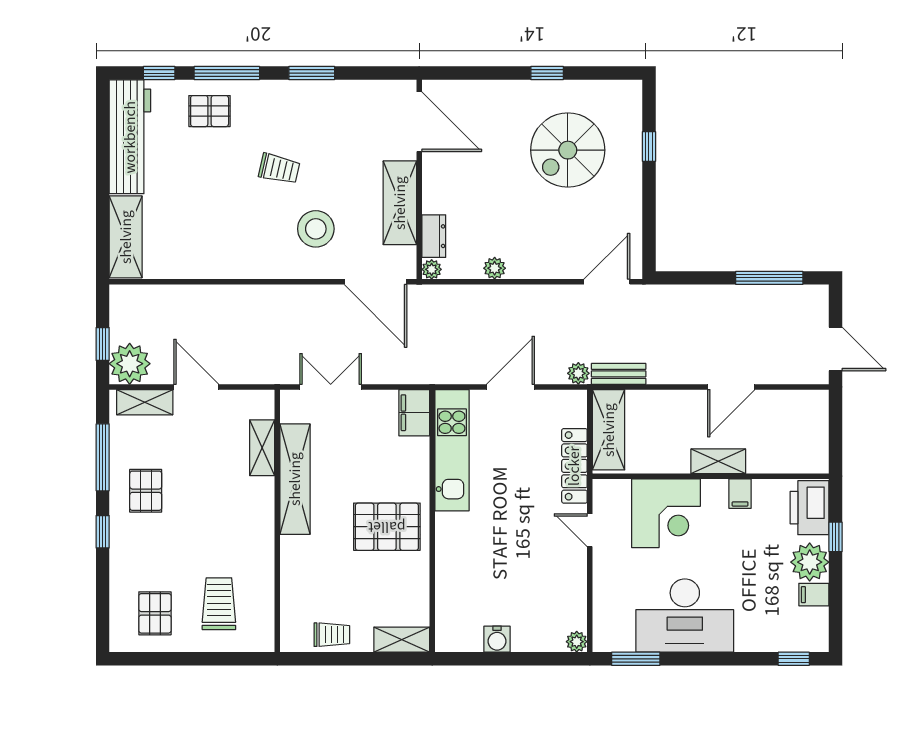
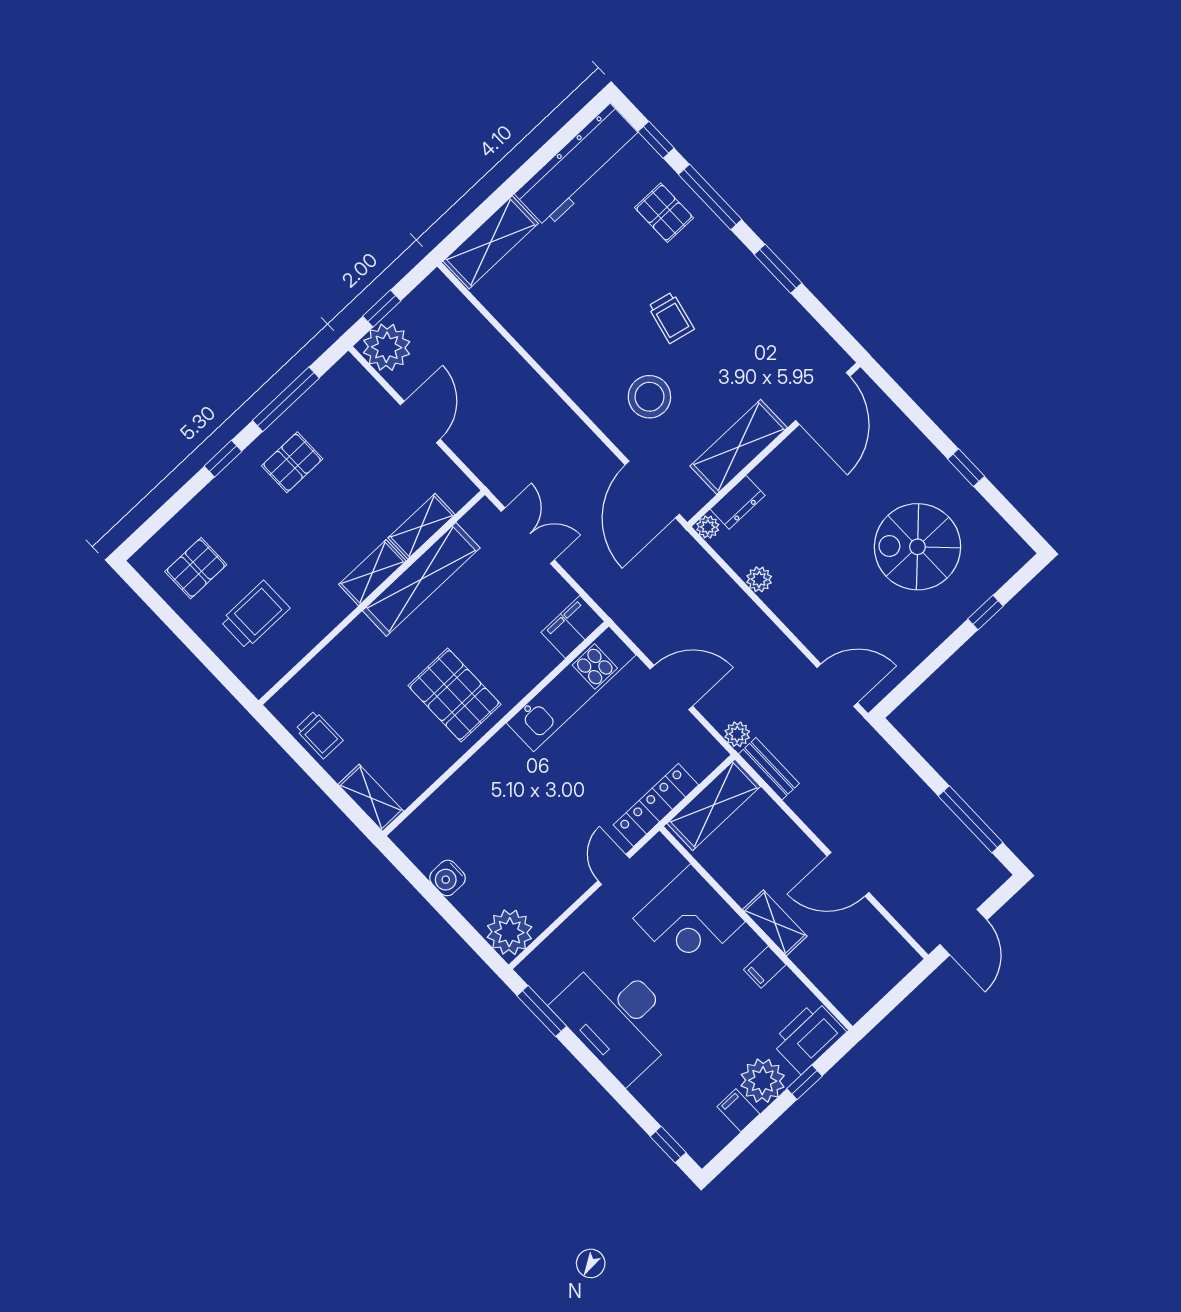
shelving: (145, 402) -> (372, 573), moved, turned 90
plant: (577, 642) -> (509, 932), width x1.88, depth x1.88

